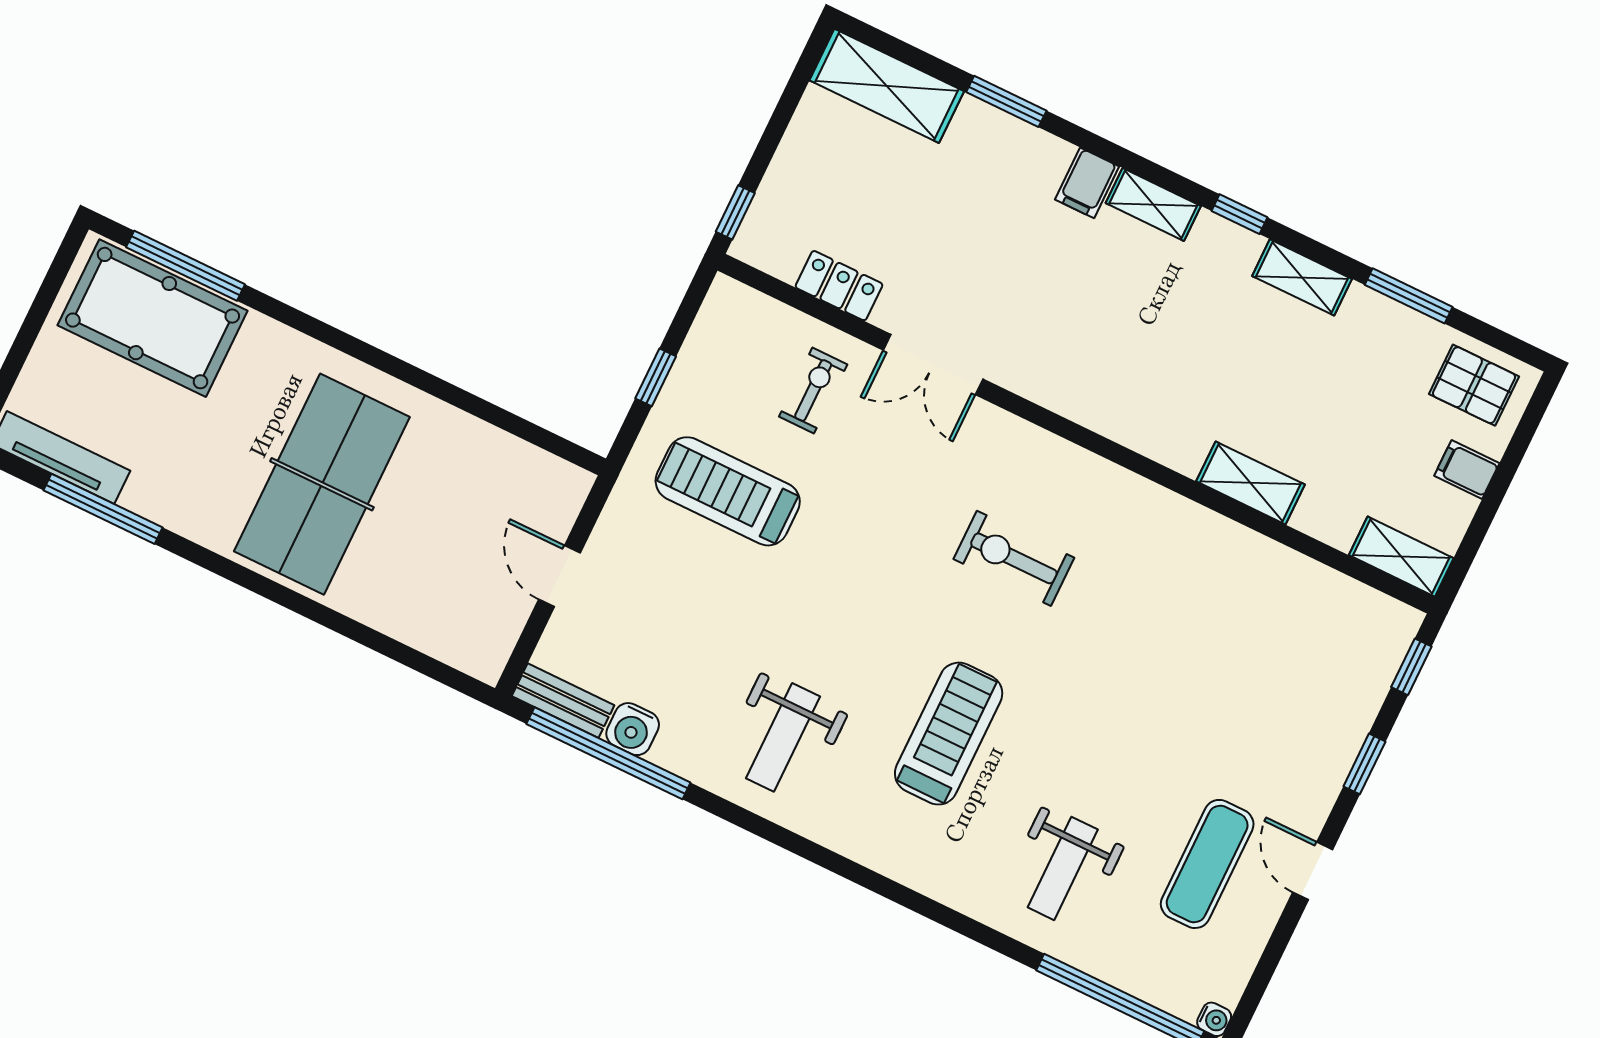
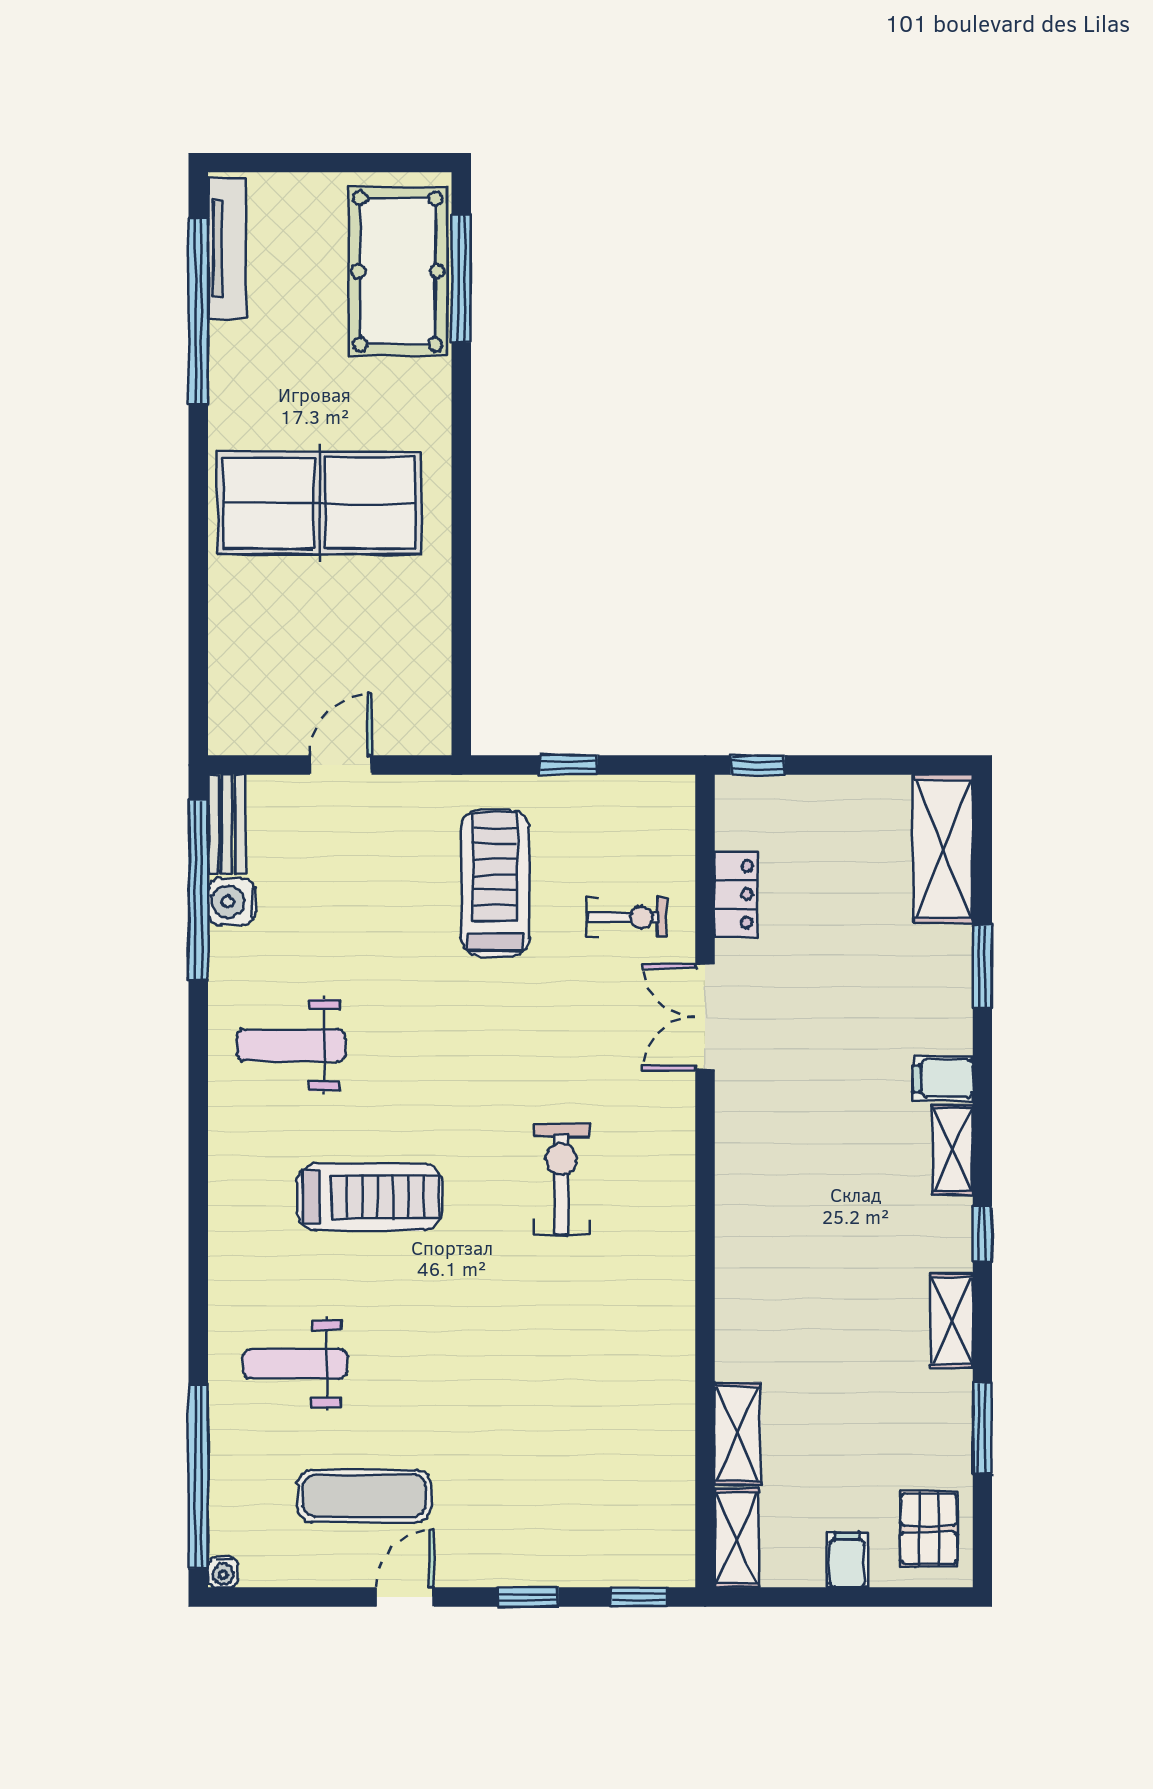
shelving: (1251, 483) -> (738, 1434), moved
window: (103, 509) -> (198, 311), width x1.46

